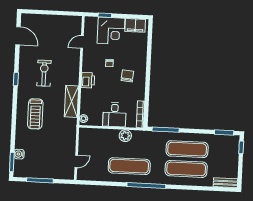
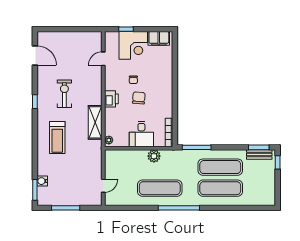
chair: (127, 76) -> (139, 98), moved
bench: (225, 183) -> (259, 154), moved

